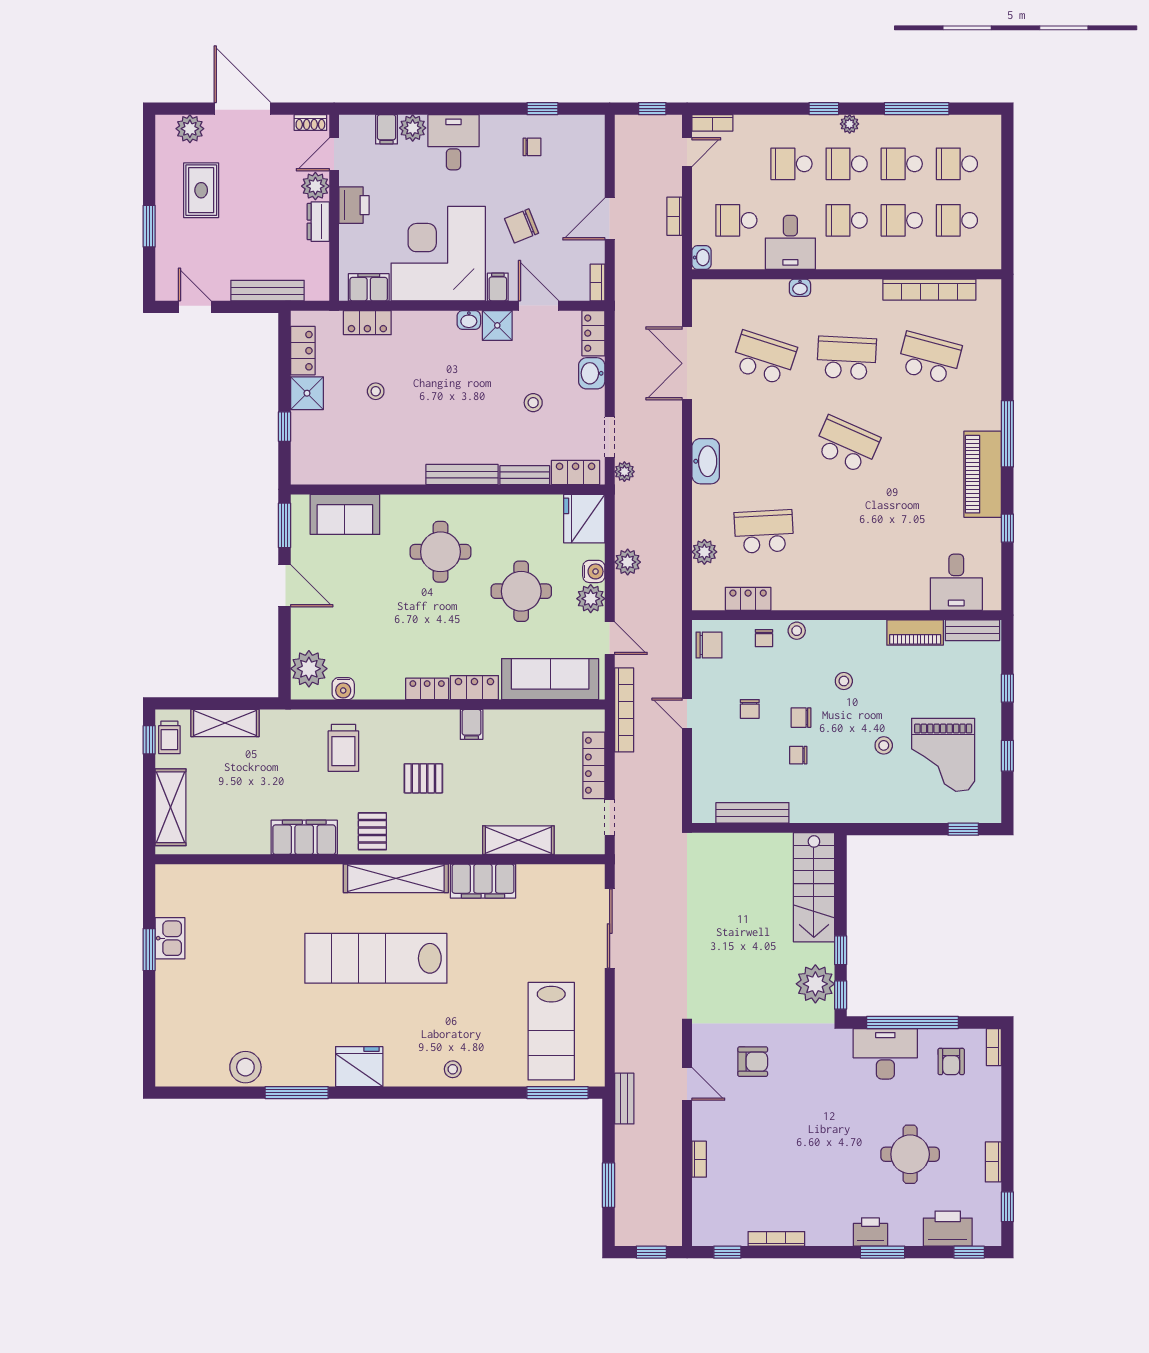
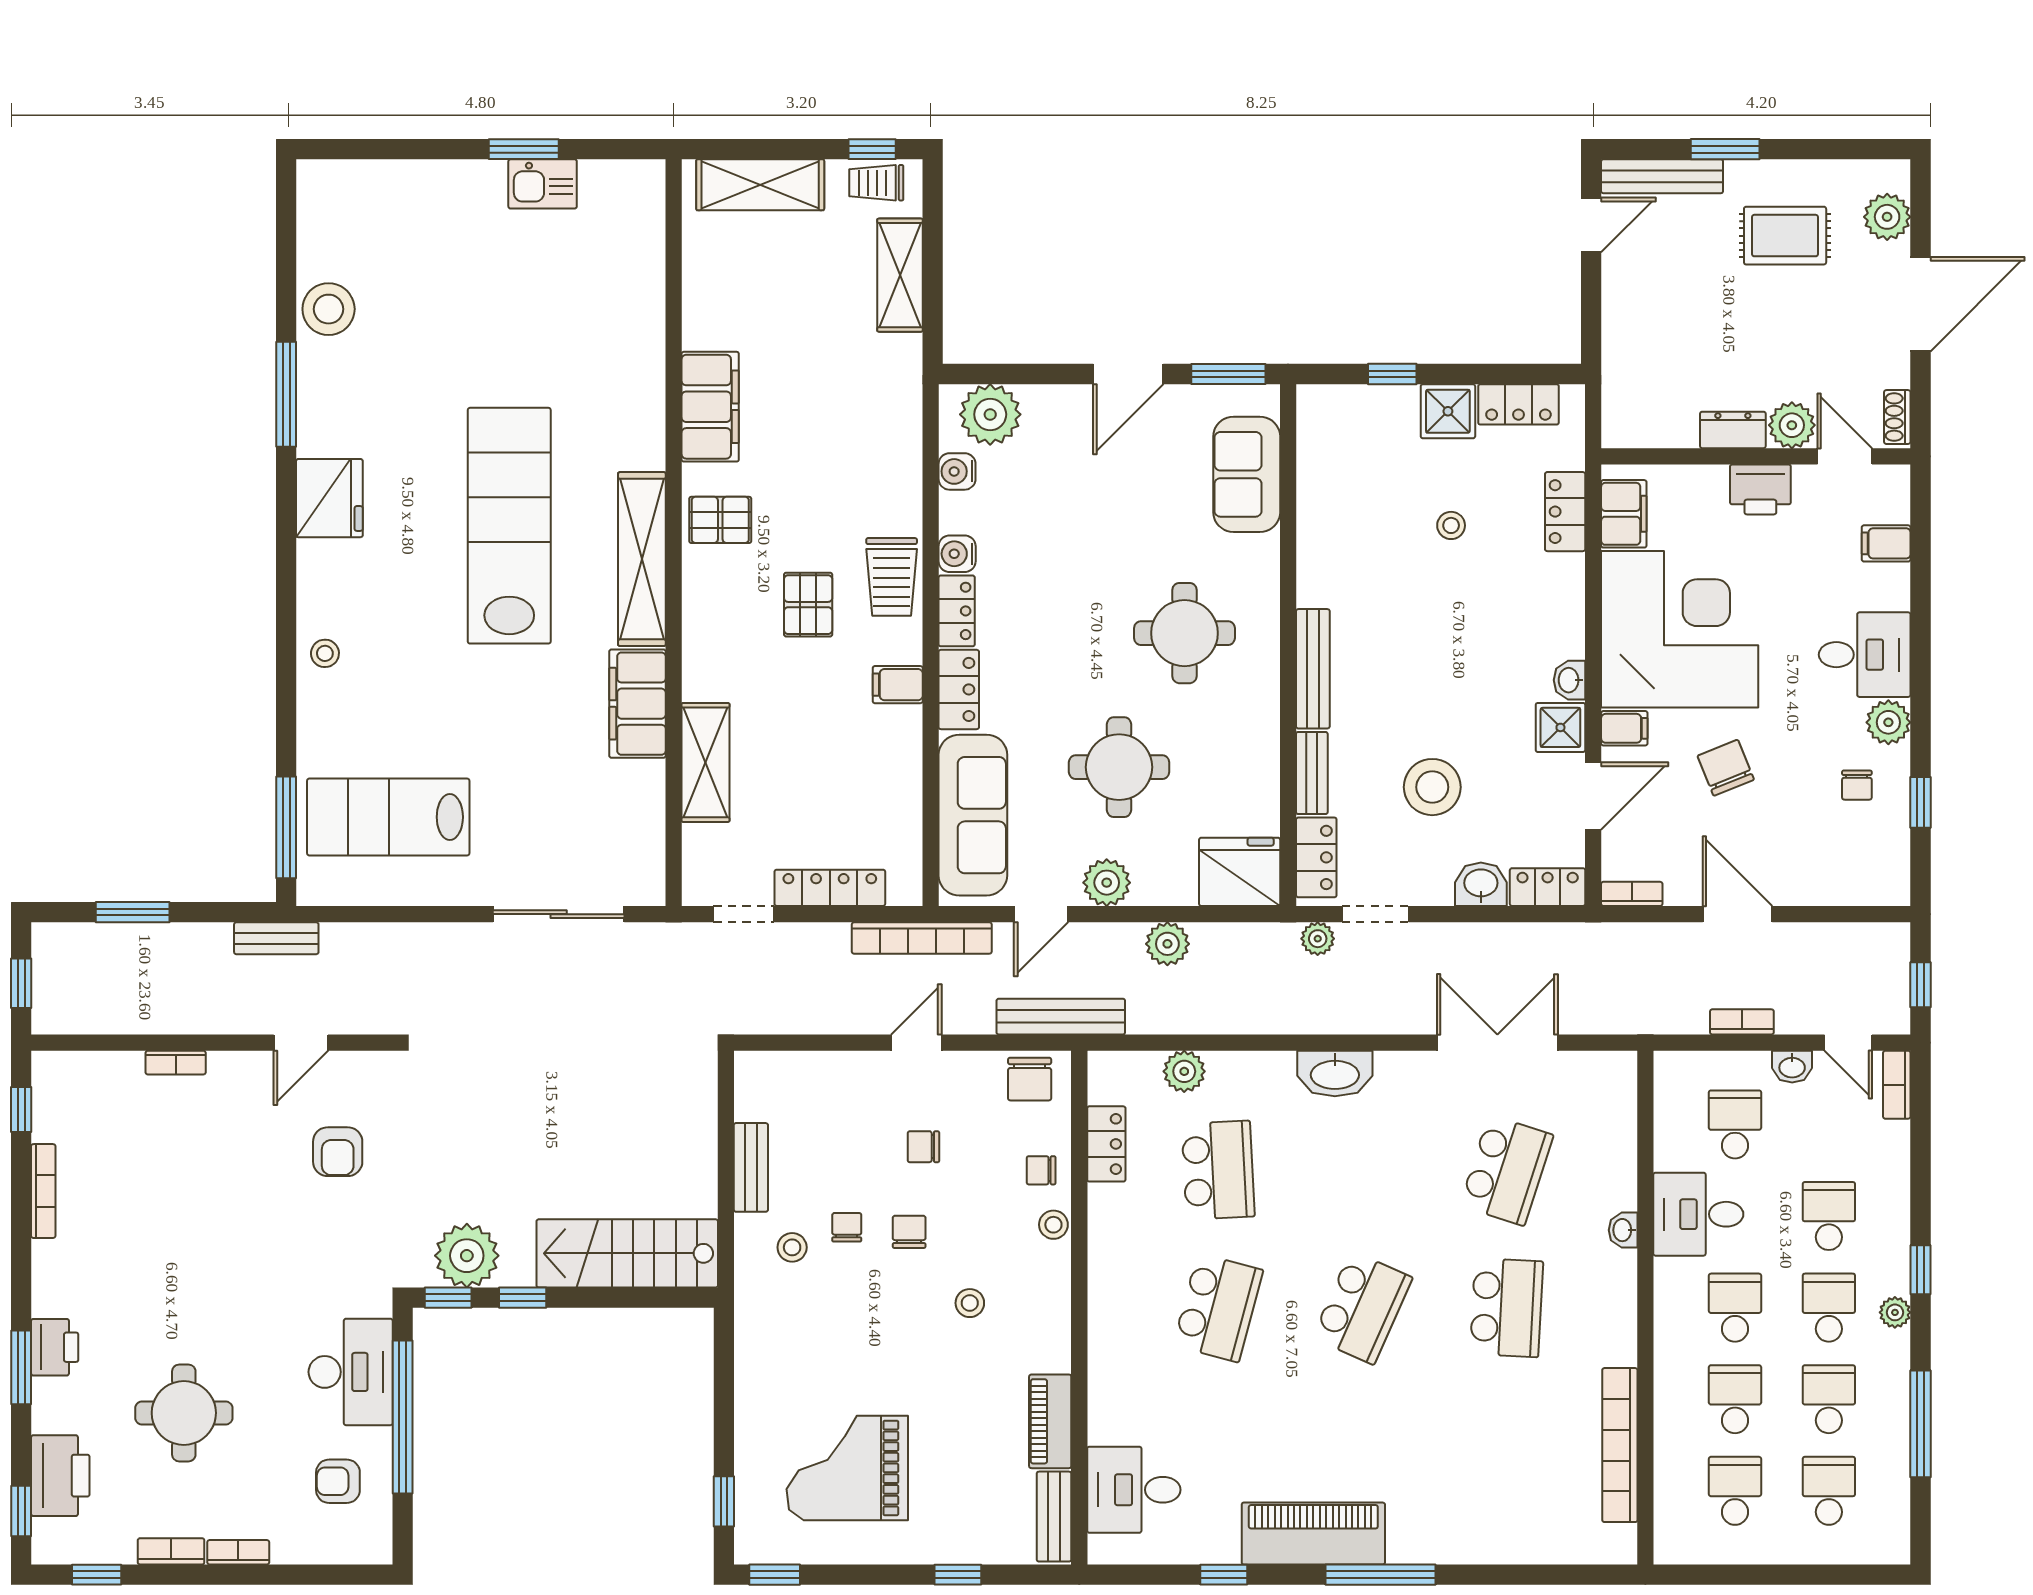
plant: (413, 128) -> (1888, 722), moved
washbasin: (702, 257) -> (1792, 1067), moved
bench: (268, 291) -> (1662, 176), moved, turned 90
school desk: (929, 358) -> (1218, 1308), moved
stool: (533, 403) -> (1432, 787), width x1.89, depth x1.89
water cooler: (594, 571) -> (957, 554), moved, turned 90
bench: (671, 626) -> (1061, 1017), added
stool: (884, 745) -> (792, 1247), moved
trolley: (343, 748) -> (892, 577), moved, turned -90
window: (1007, 756) -> (775, 1575), moved
bench: (752, 813) -> (751, 1167), width x0.73
bookcase: (994, 1047) -> (238, 1552), moved

